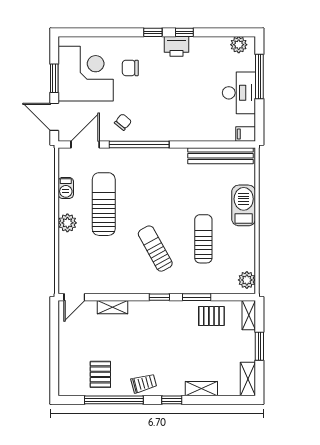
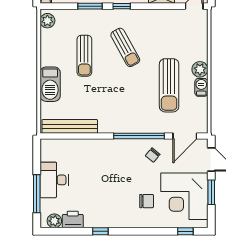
window: (153, 32) -> (185, 231), moved
printer: (176, 46) -> (73, 219), moved
filing cabinet: (246, 134) -> (48, 145), removed
barbecue: (66, 188) -> (201, 87), moved

